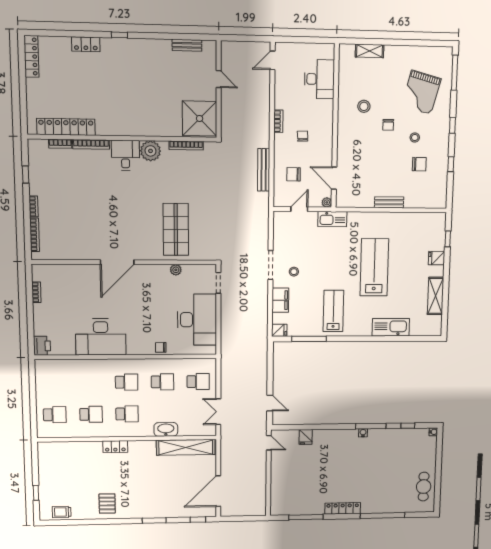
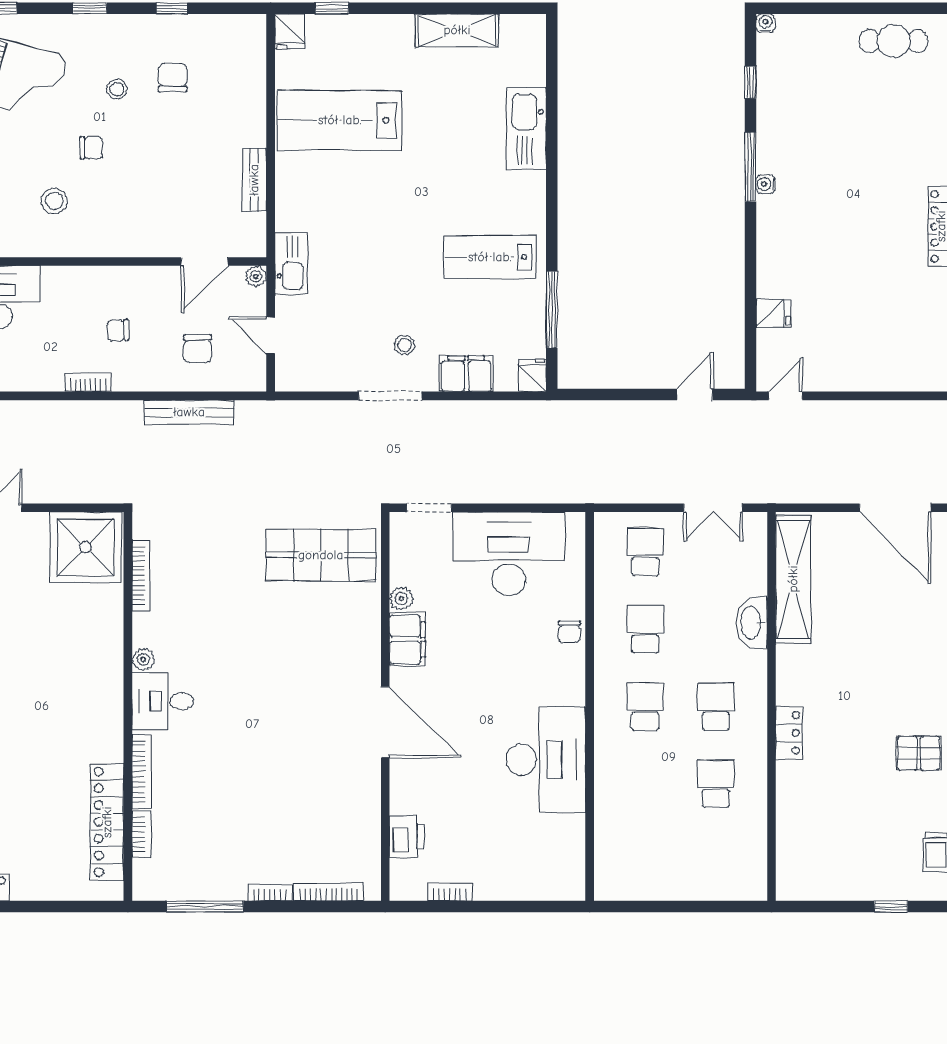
plant: (151, 151) -> (143, 659), width x0.53, depth x0.53
window: (26, 174) -> (205, 907), width x2.17
bench: (389, 202) -> (254, 180), moved
shop shelf: (176, 230) -> (321, 555), moved
fridge: (437, 258) -> (290, 31), moved
lab bench: (374, 267) -> (340, 120), moved
filing cabinet: (157, 273) -> (407, 639), added
printer: (42, 346) -> (407, 837), moved, turned 90
school desk: (55, 415) -> (716, 861), removed

